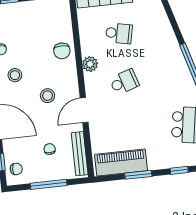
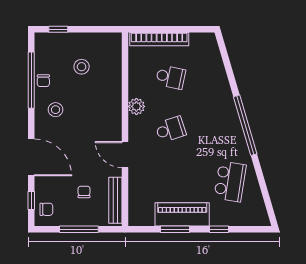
chair: (62, 51) -> (108, 89), removed
stool: (48, 96) -> (82, 67), moved
door: (84, 110) -> (125, 155), hinge flipped
piano: (121, 163) -> (182, 214), moved

